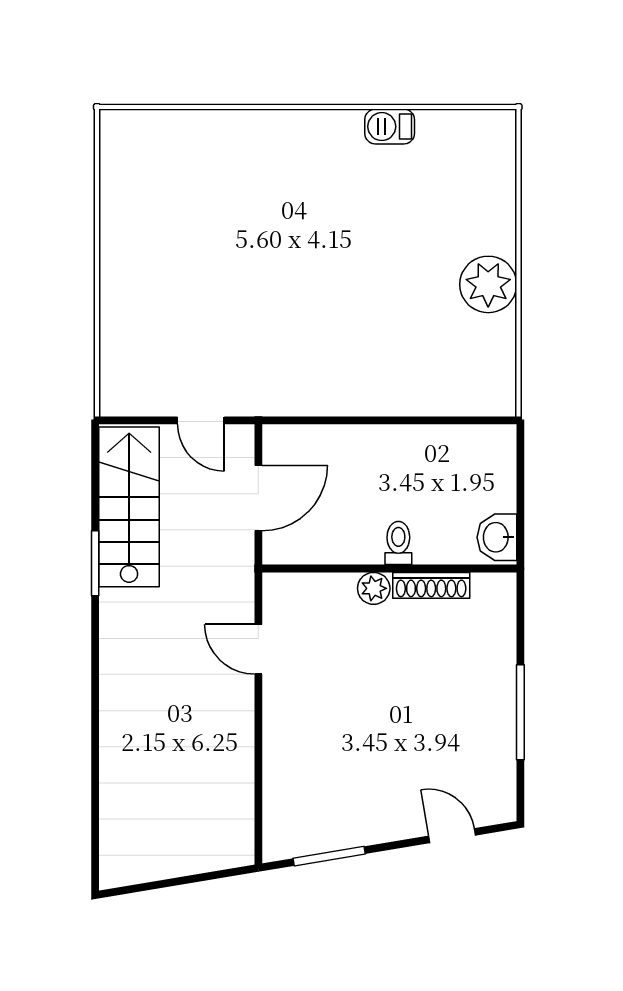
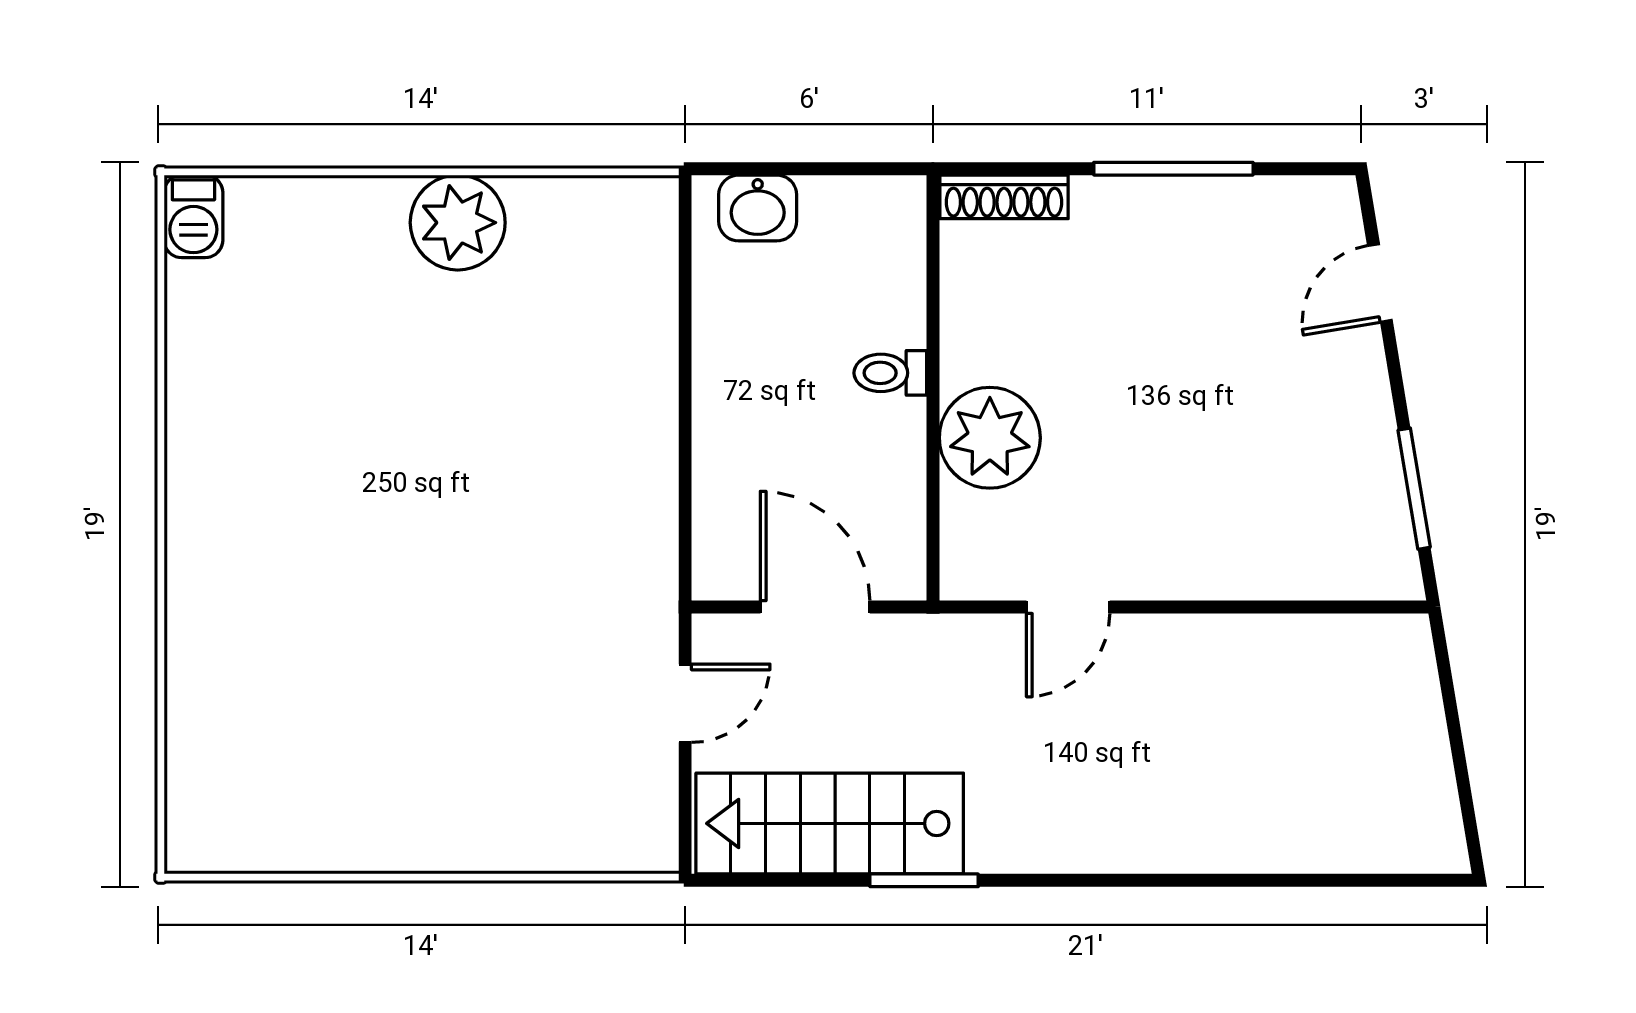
barbecue: (390, 127) -> (193, 216), moved
washbasin: (497, 537) -> (758, 208), moved
shoe rack: (431, 585) -> (1004, 197), moved, turned 90
plant: (374, 588) -> (990, 438), width x1.87, depth x1.87

